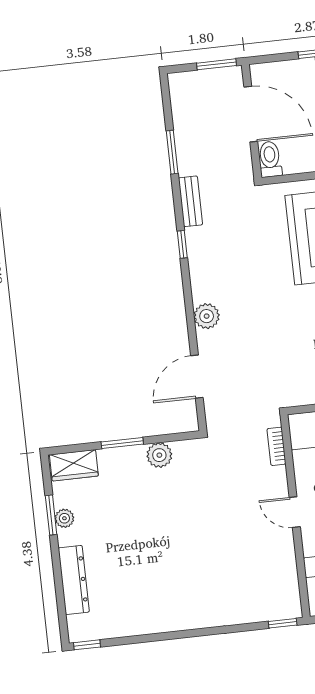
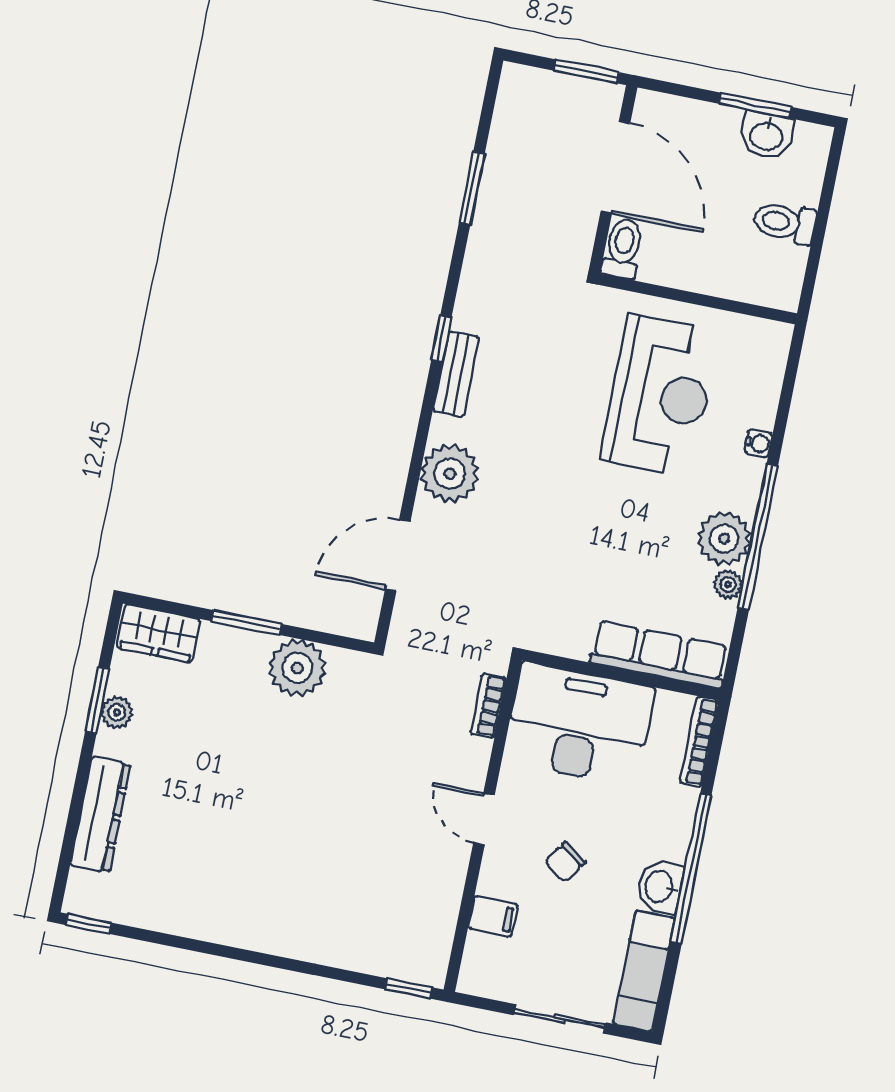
bench: (190, 201) -> (456, 374), moved
plant: (207, 316) -> (450, 474), width x1.36, depth x1.36
plant: (159, 455) -> (297, 668), width x1.36, depth x1.36

